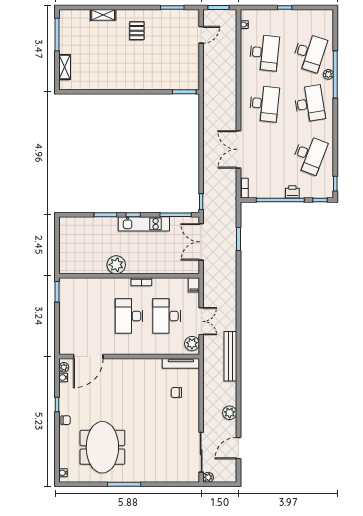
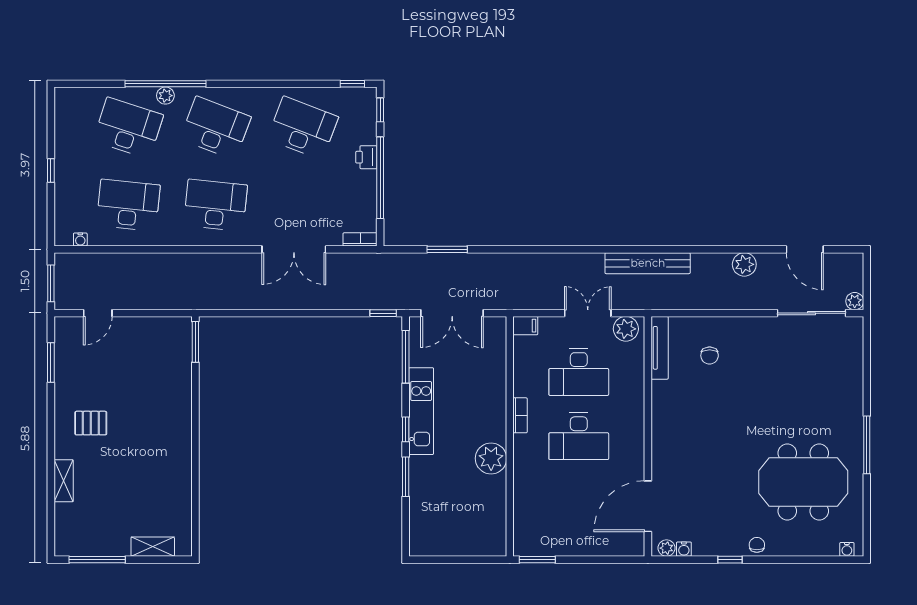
door: (201, 35) -> (98, 313), swing flipped
desk: (309, 104) -> (216, 128), turned 30
door: (88, 356) -> (648, 506), swing flipped

